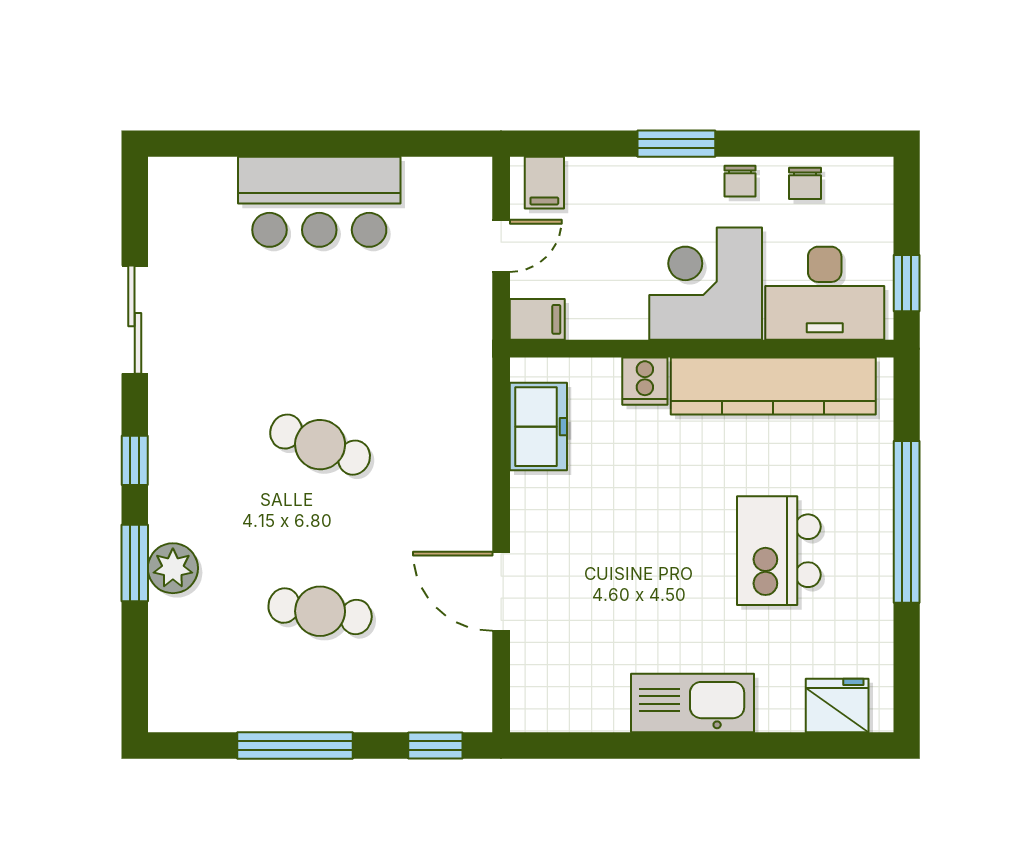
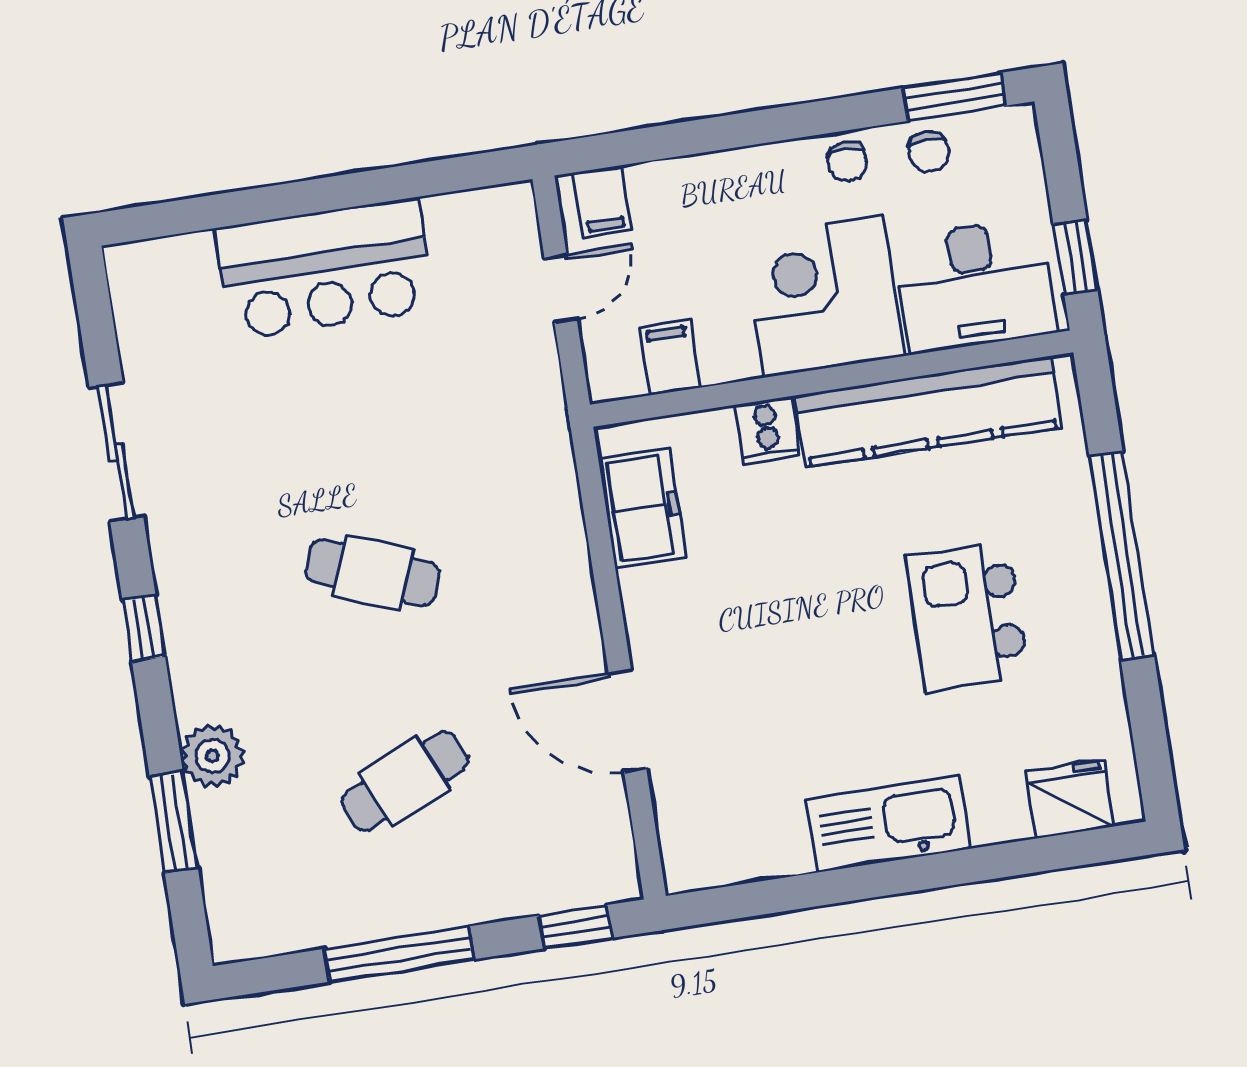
window: (676, 144) -> (954, 97), moved
filing cabinet: (537, 319) -> (670, 357), moved, turned -90
window: (135, 563) -> (174, 822), moved
cafe table: (320, 611) -> (405, 781), turned -33

